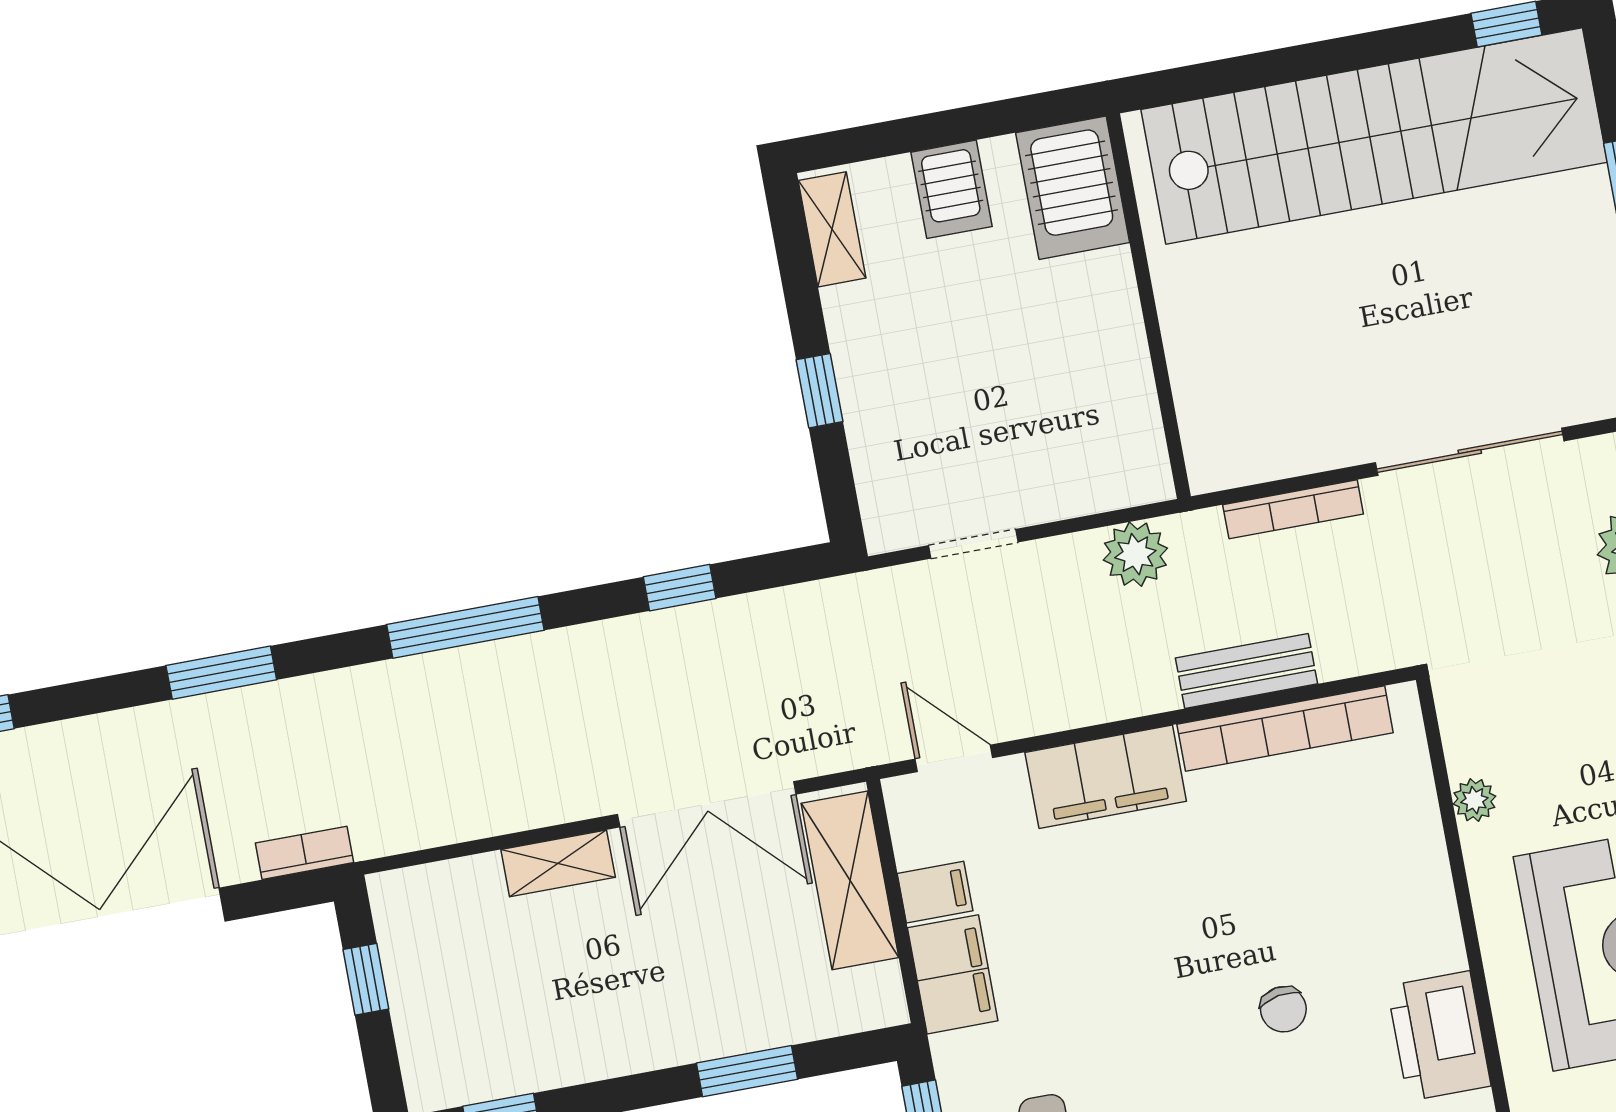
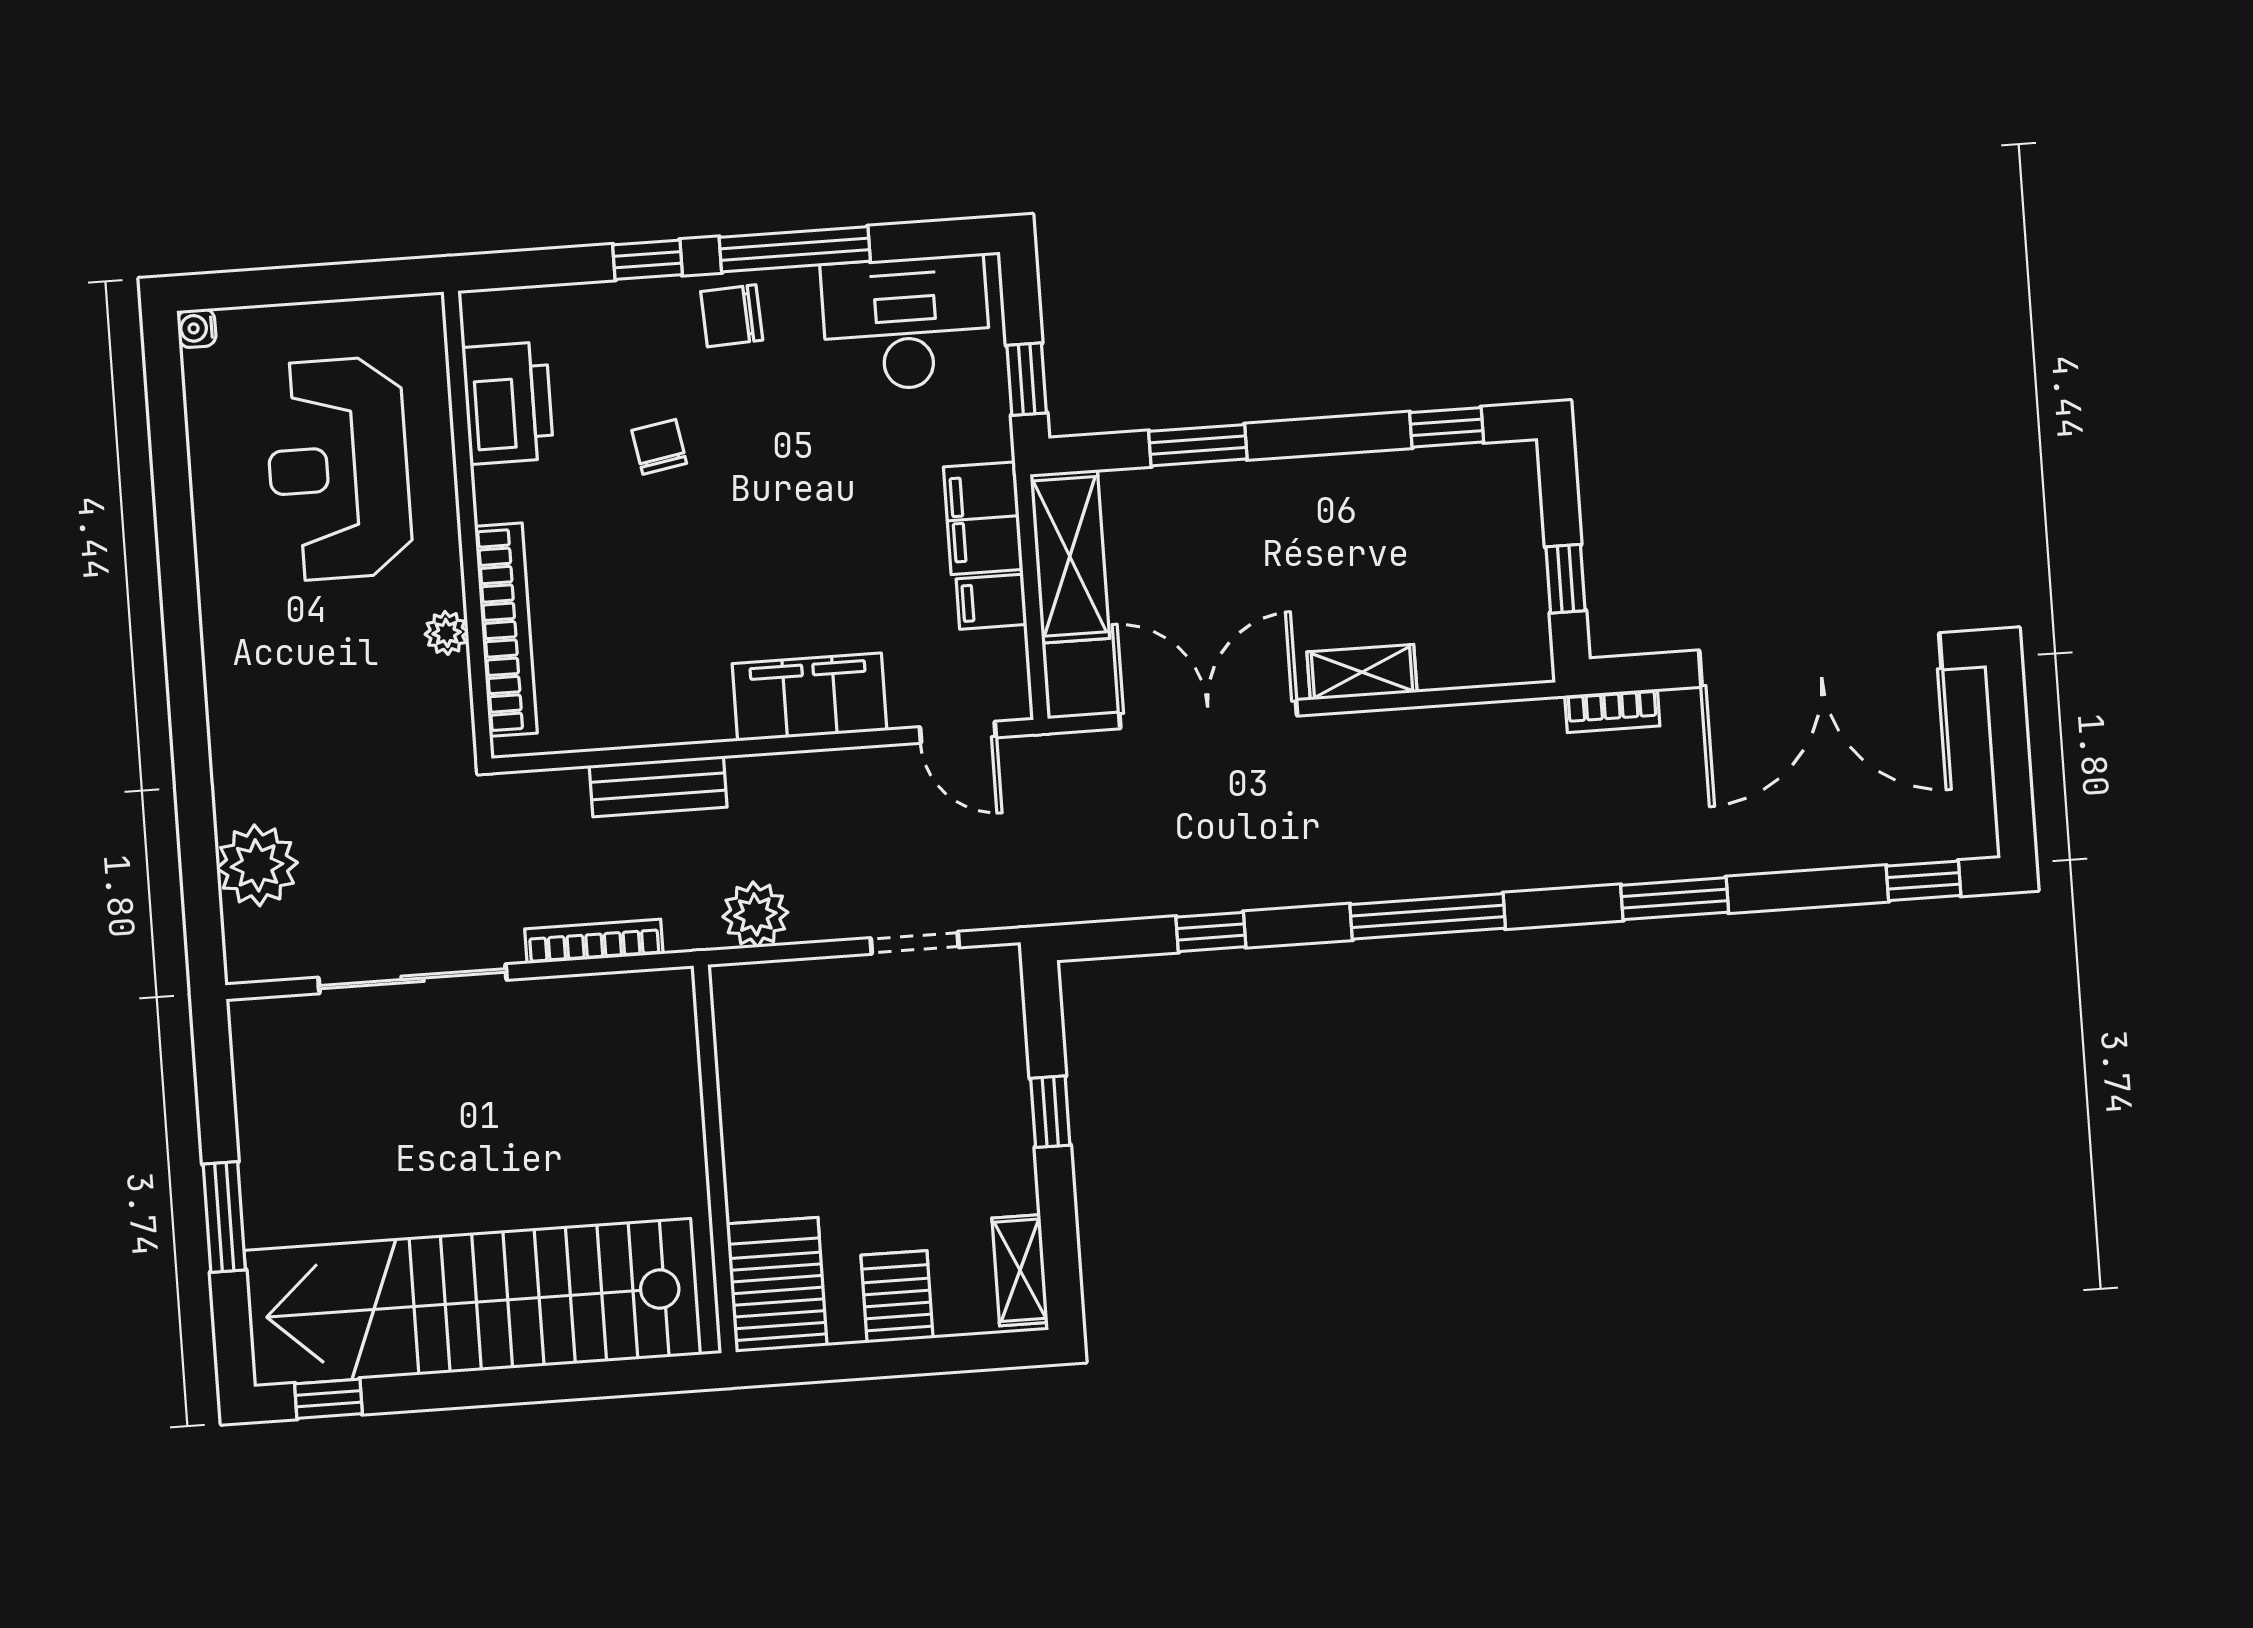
bookcase: (1285, 728) -> (506, 630), moved, turned 90
shelving: (850, 880) -> (1070, 556), moved

